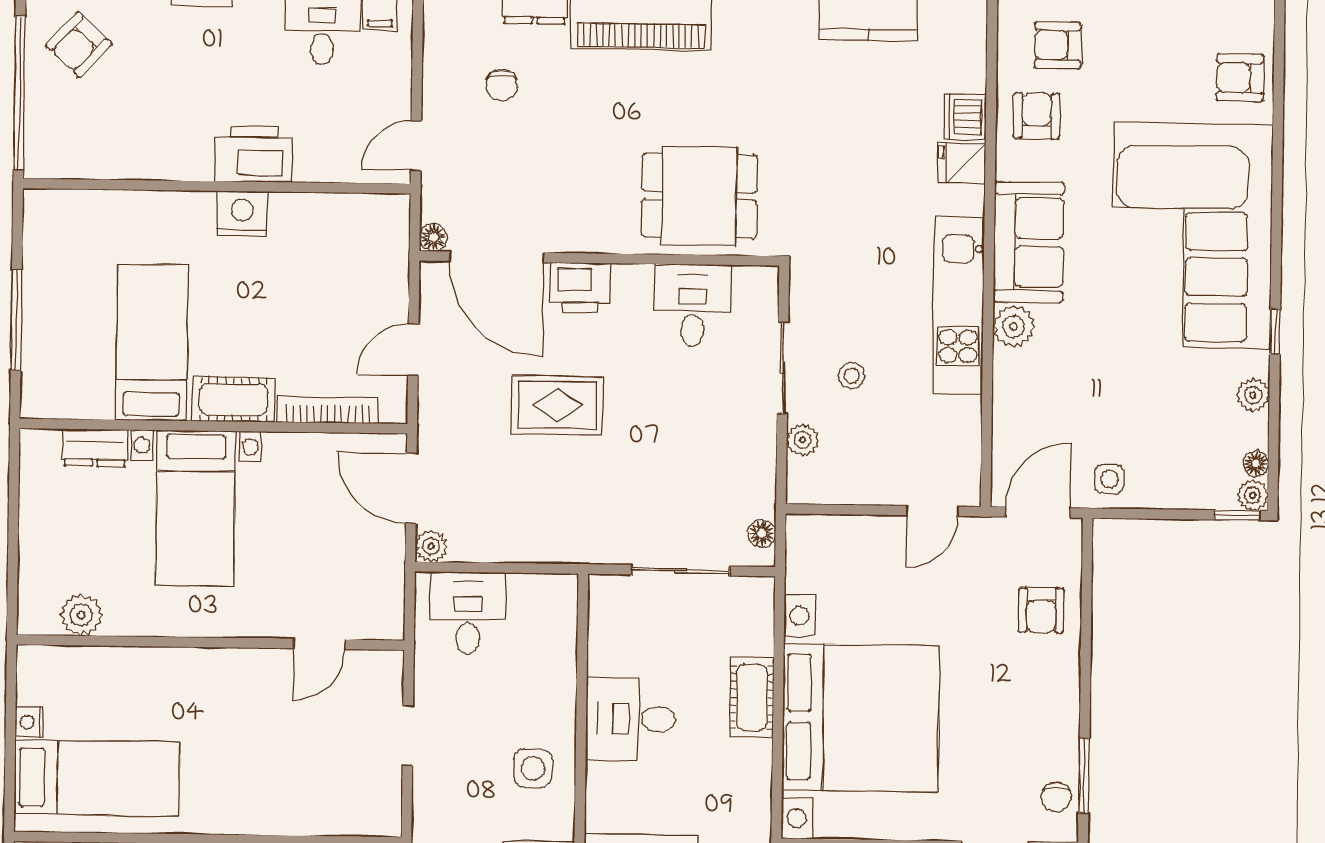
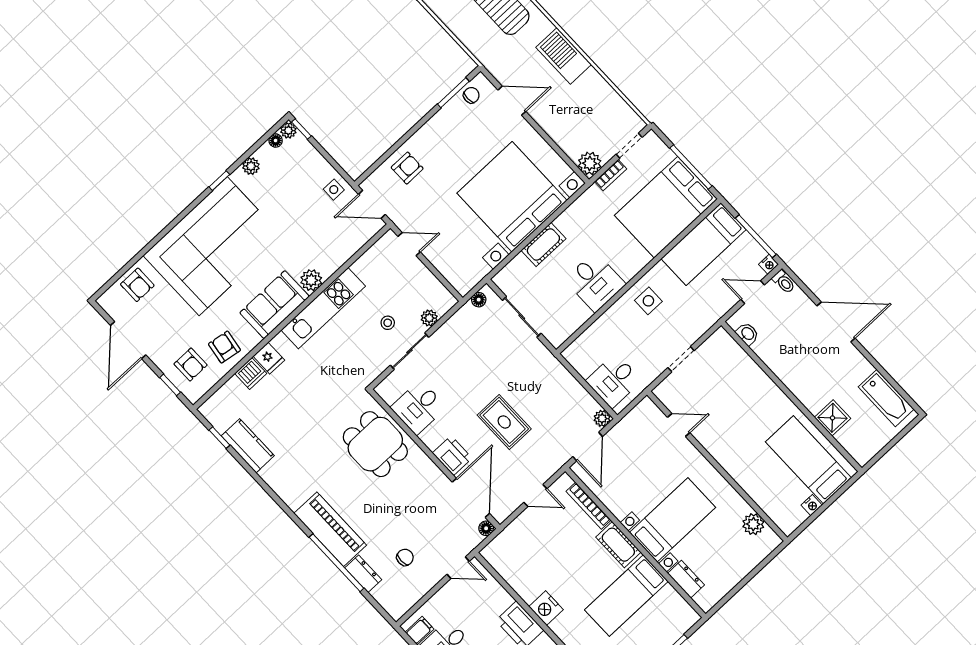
armchair: (1037, 116) -> (224, 347), turned 99

